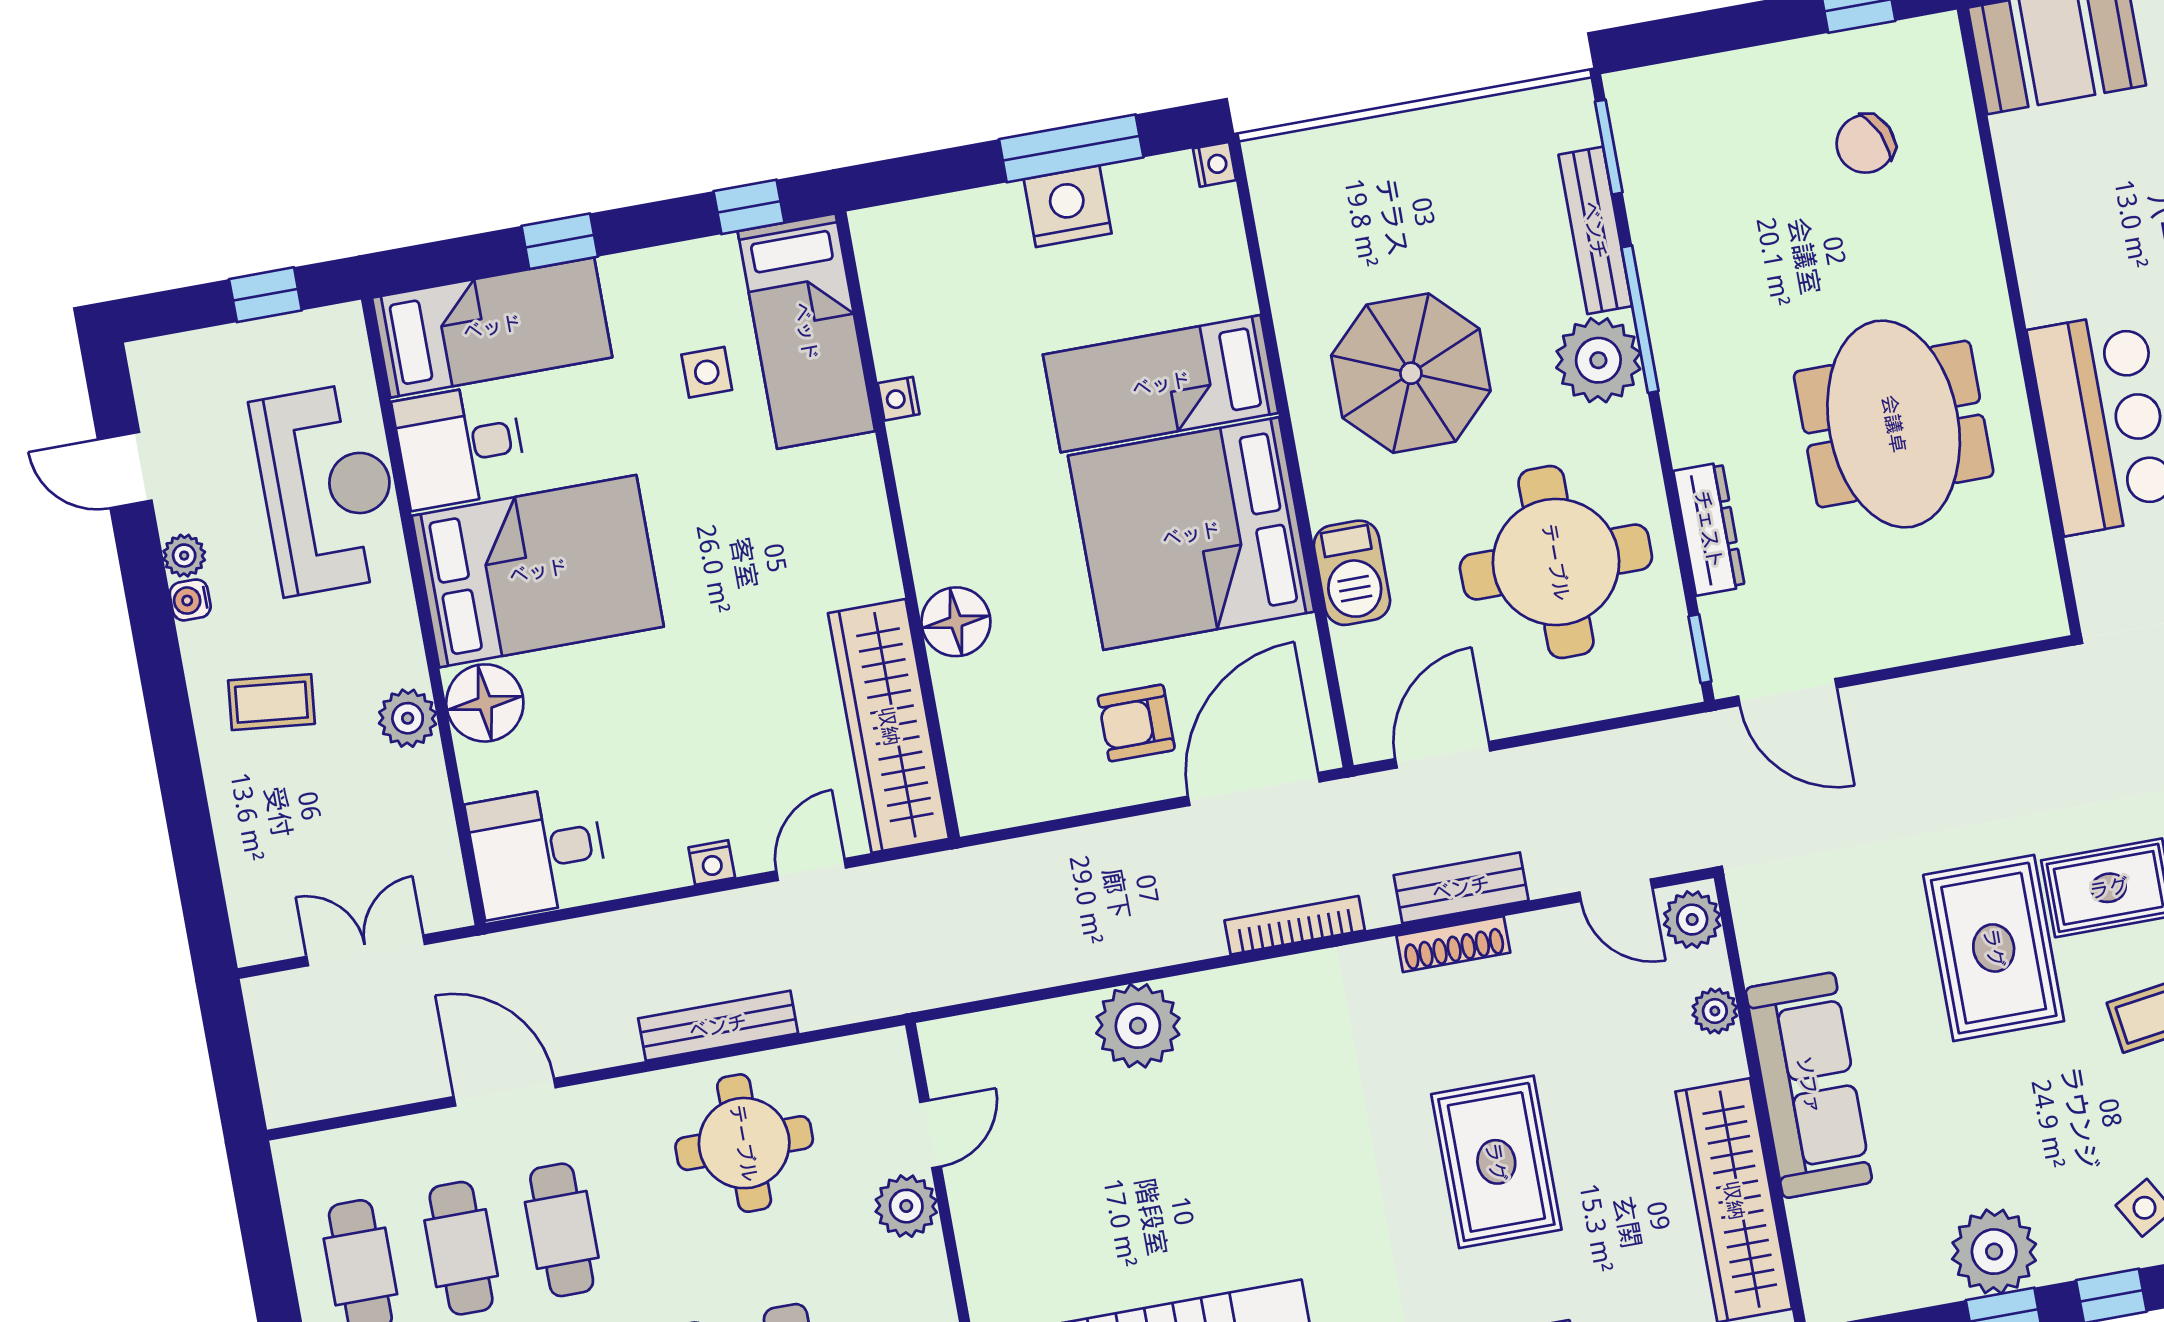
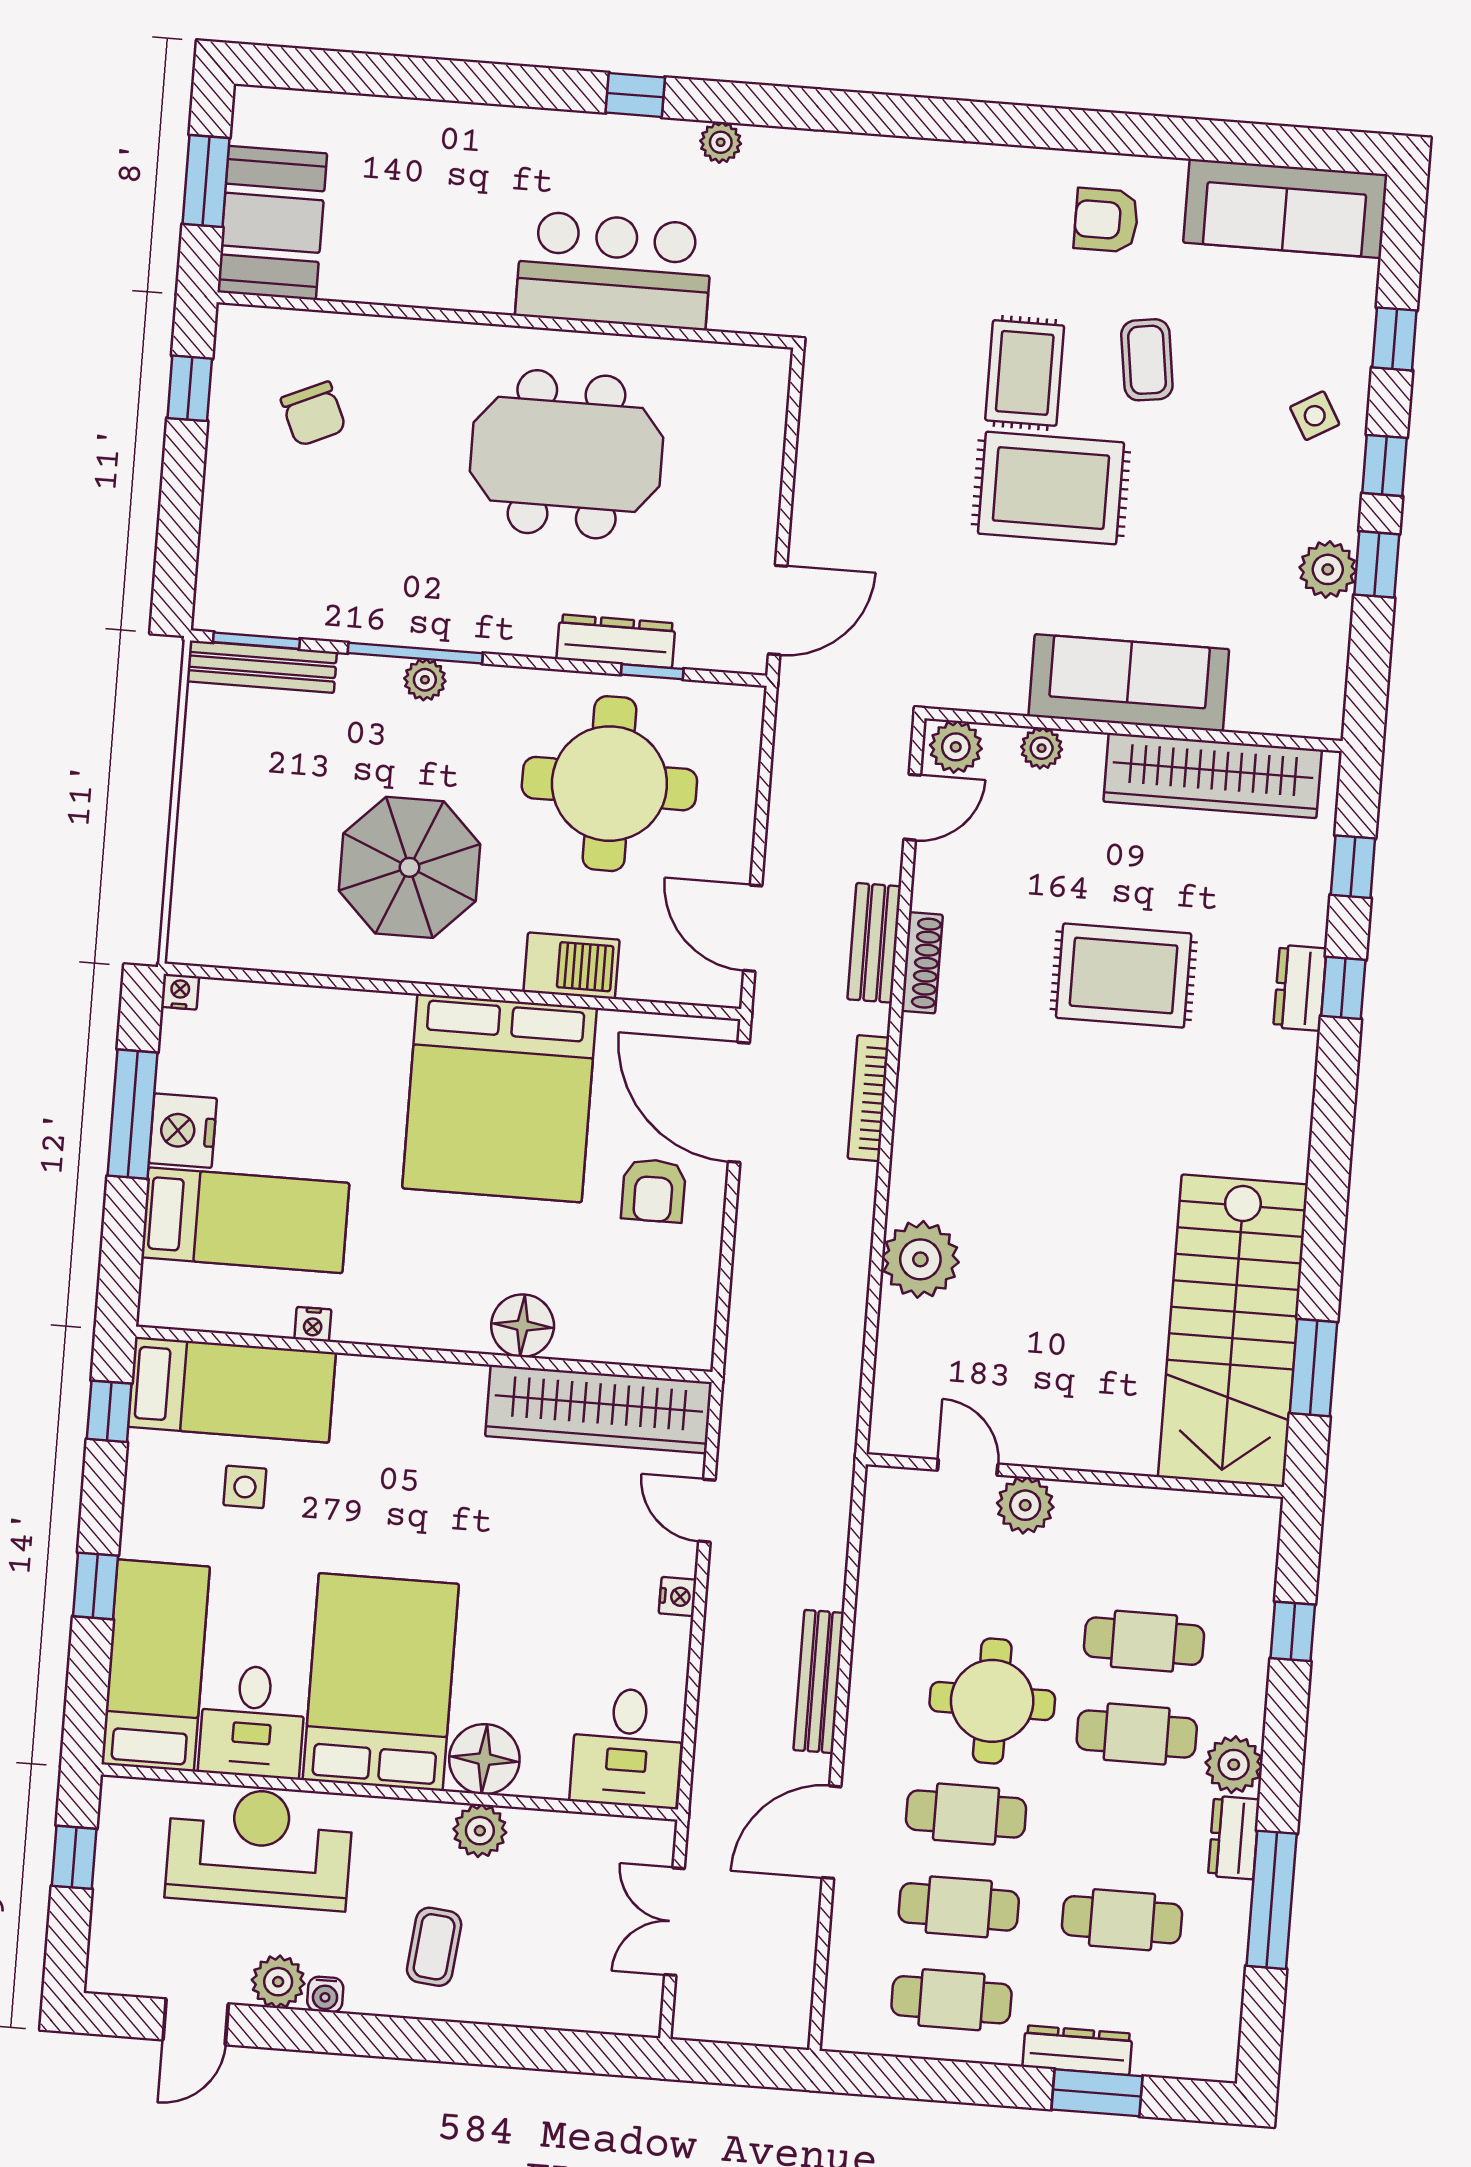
bench: (1595, 230) -> (262, 667), moved
plant: (1598, 360) -> (425, 680), width x0.53, depth x0.53
bed: (1161, 384) -> (245, 1220), moved, turned -90
plant: (184, 556) -> (278, 1982), width x1.38, depth x1.38
window: (1700, 649) -> (652, 672), moved
bench: (718, 1026) -> (819, 1681), moved
round table: (744, 1143) -> (992, 1701), moved
plant: (1994, 1252) -> (1328, 569), width x0.73, depth x0.73

